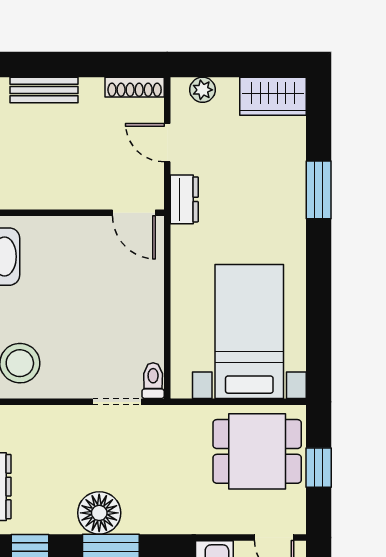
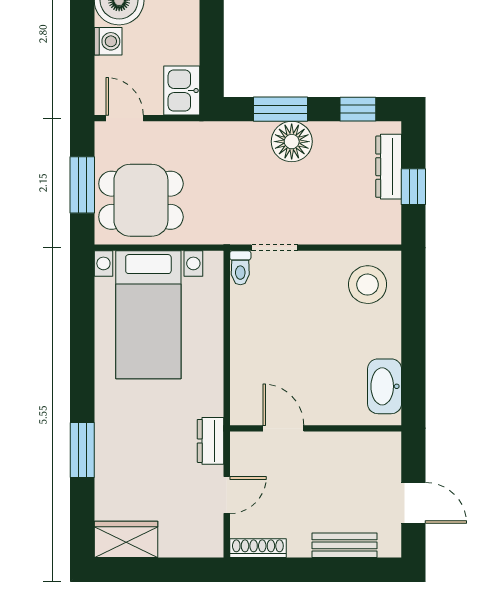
plant: (203, 90) -> (193, 546), removed
door: (167, 143) -> (227, 495), hinge flipped
door: (134, 213) -> (283, 428), moved
window: (319, 468) -> (82, 185), width x1.50

